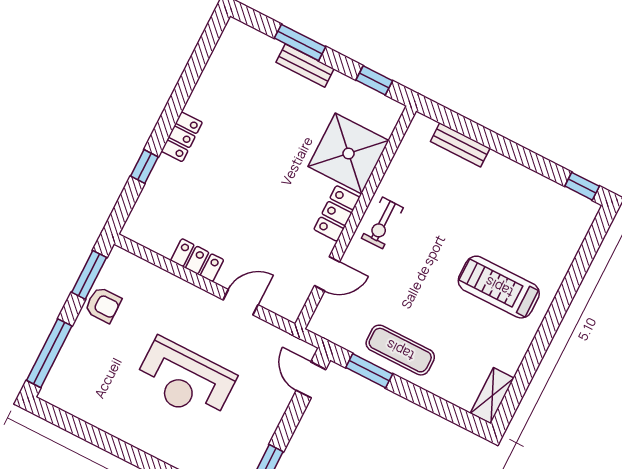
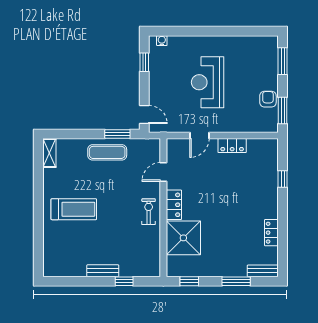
bench: (305, 66) -> (263, 271), moved
locker: (182, 137) -> (271, 233), moved
bench: (460, 145) -> (103, 271), moved
window: (582, 186) -> (124, 281), moved
armchair: (103, 305) -> (268, 99), turned 90
window: (49, 353) -> (283, 61), width x0.69
reception desk: (185, 380) -> (208, 82), turned -90

